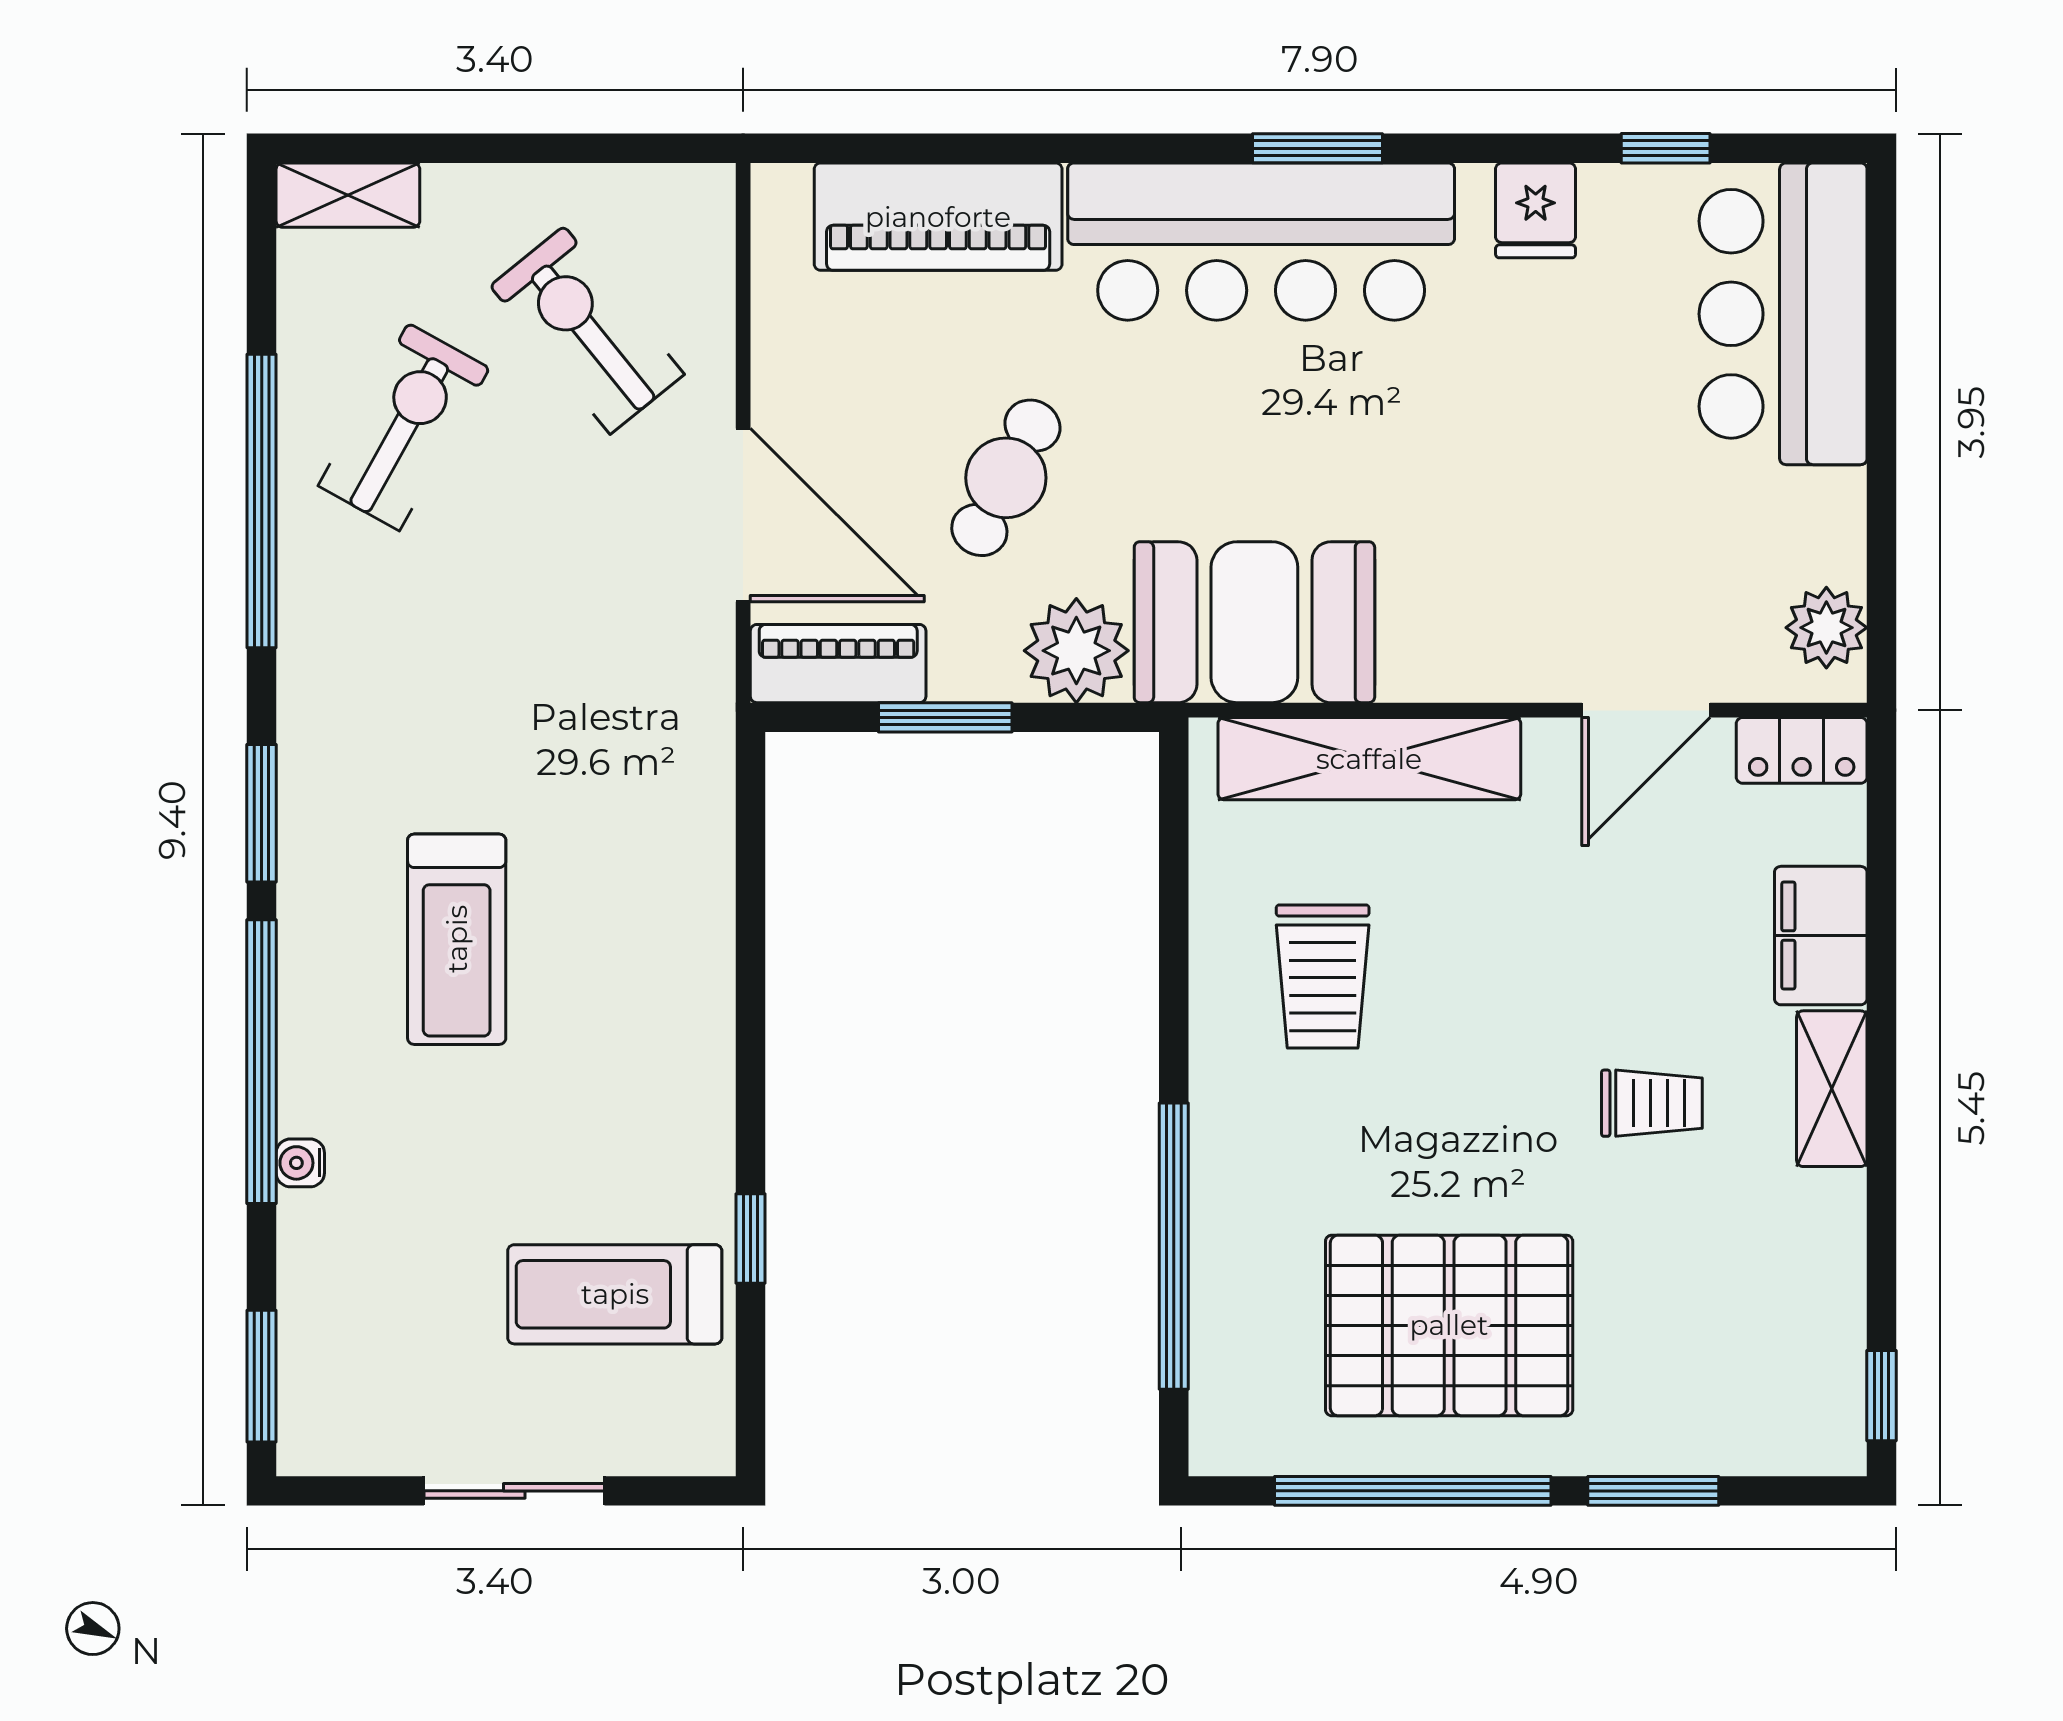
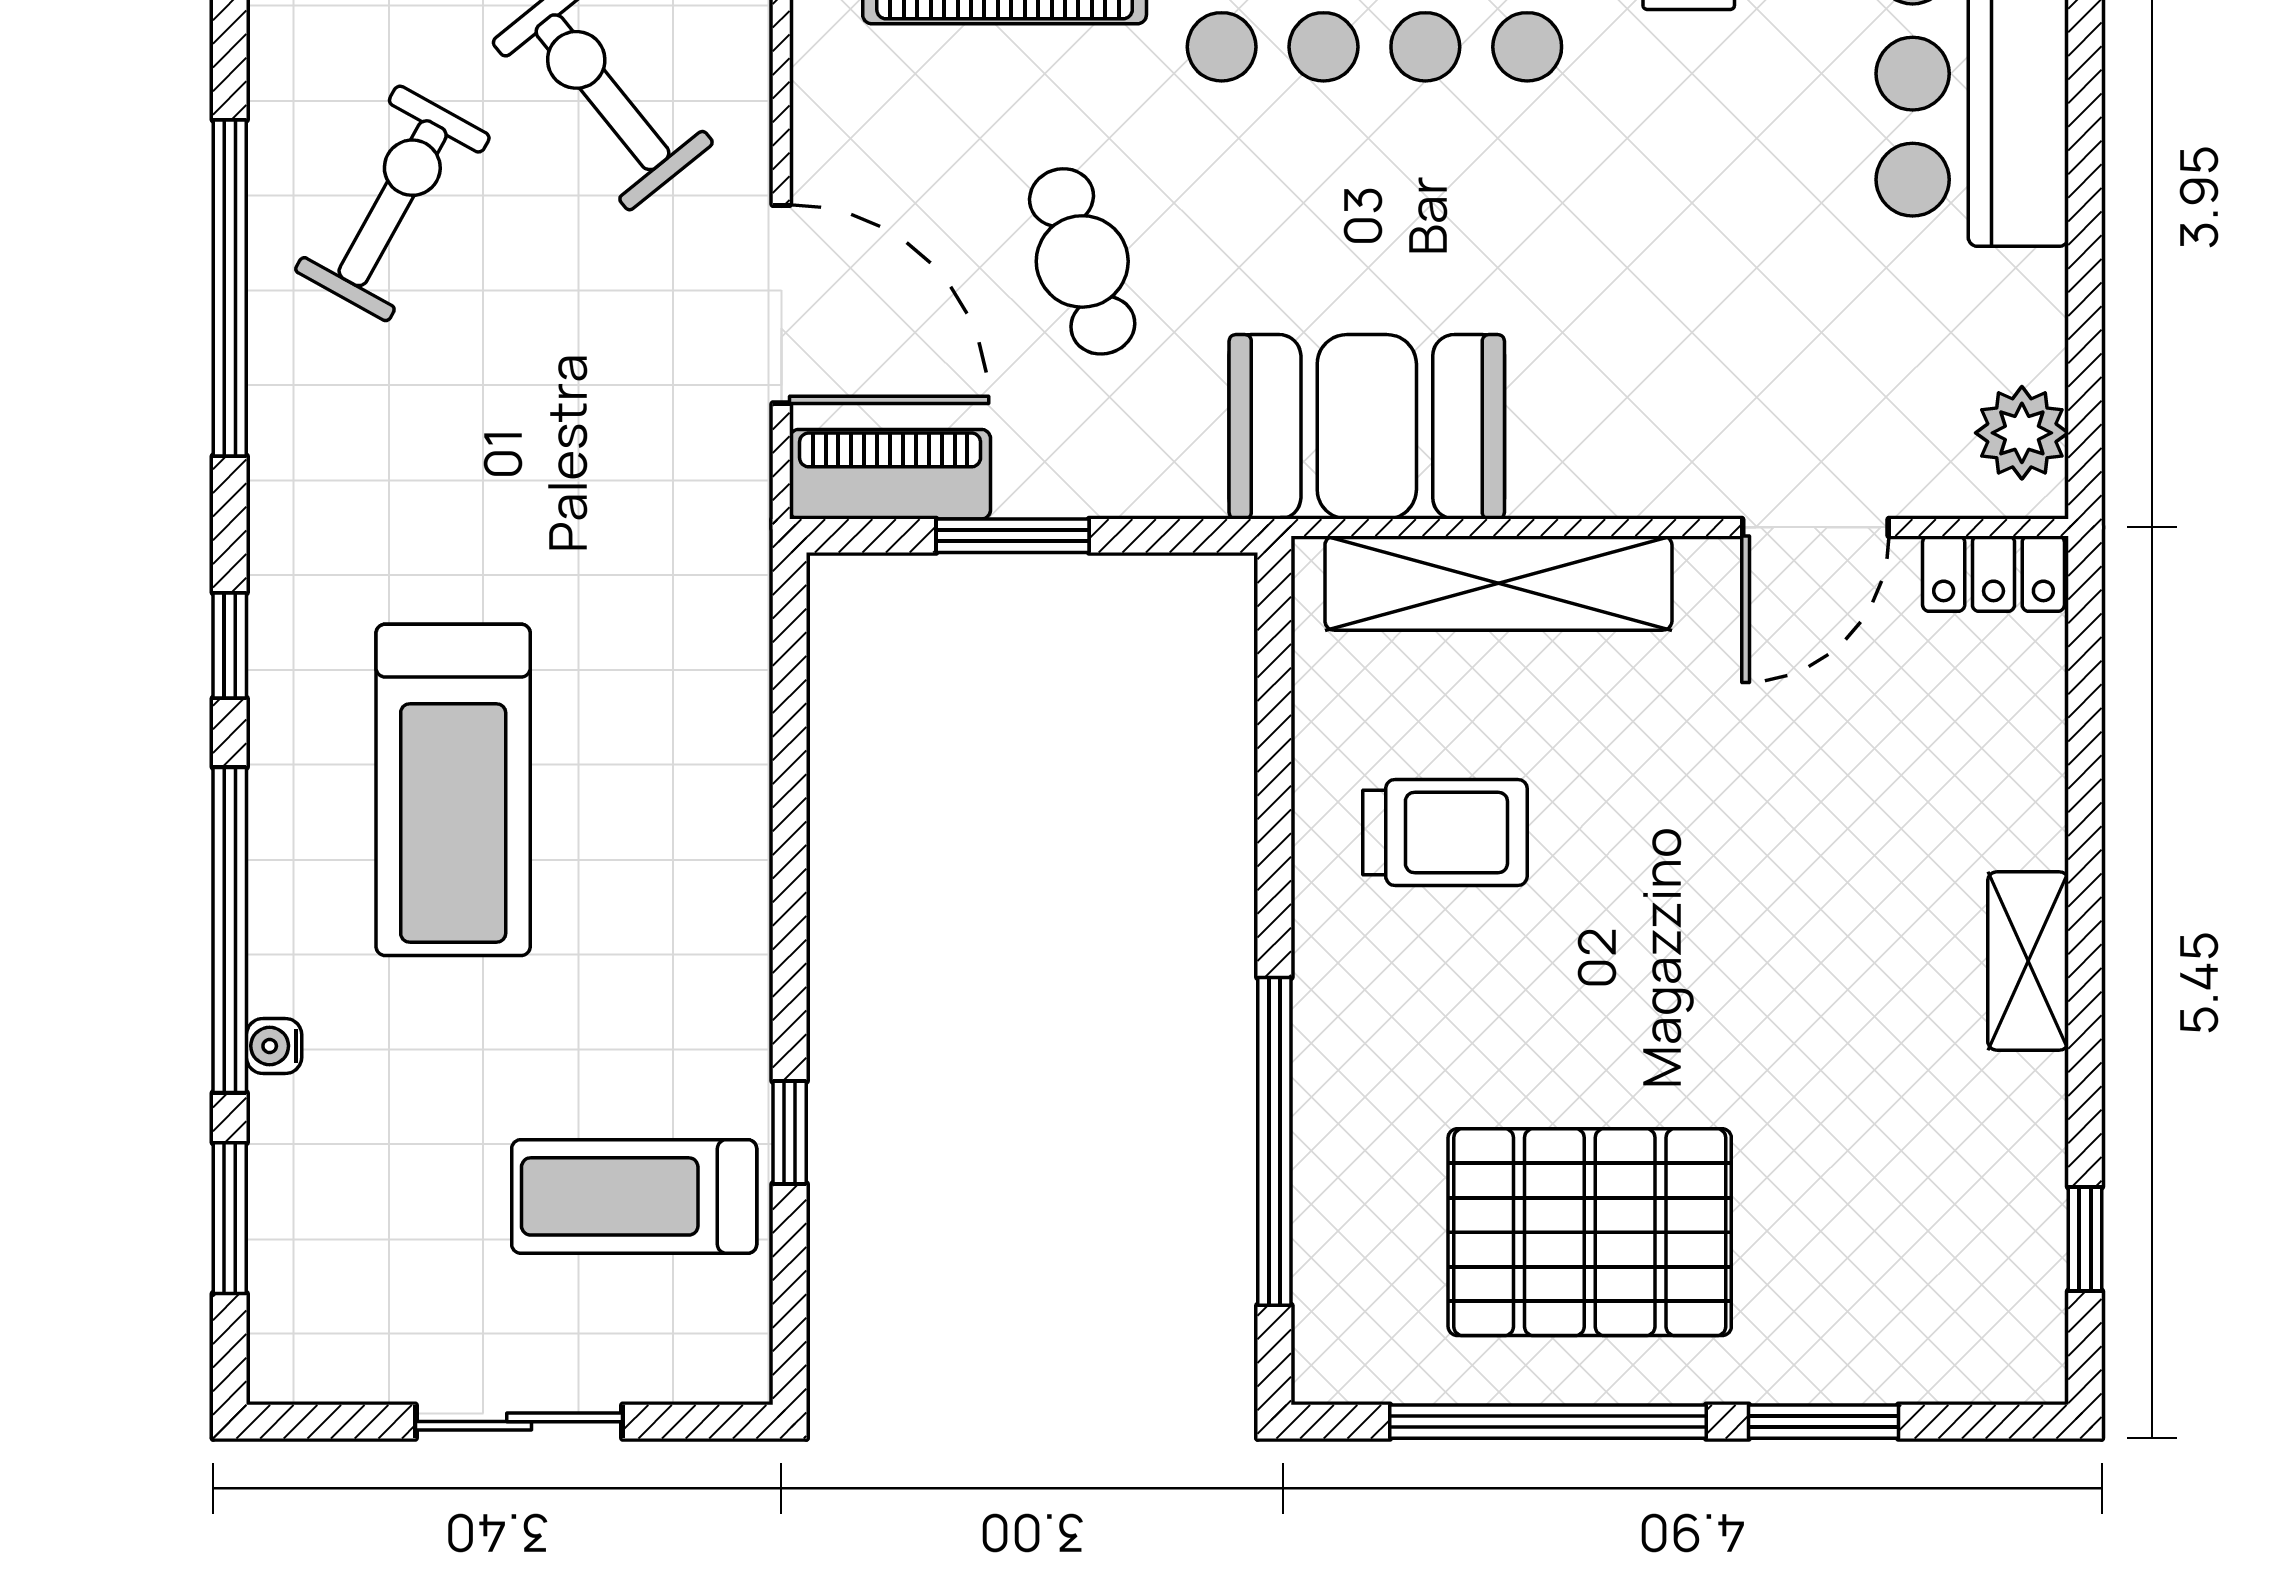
cafe table: (1006, 478) -> (1082, 261), turned -45
plant: (1076, 651) -> (1163, 459), removed
window: (262, 813) -> (230, 646), width x0.67
filing cabinet: (1821, 936) -> (2015, 786), removed
treadmill: (457, 939) -> (453, 790), width x1.37, depth x1.38
trolley: (1323, 976) -> (1445, 832), turned -90
trolley: (1652, 1103) -> (1822, 978), removed
window: (262, 1376) -> (230, 1218), moved
window: (1882, 1396) -> (2085, 1239), moved

